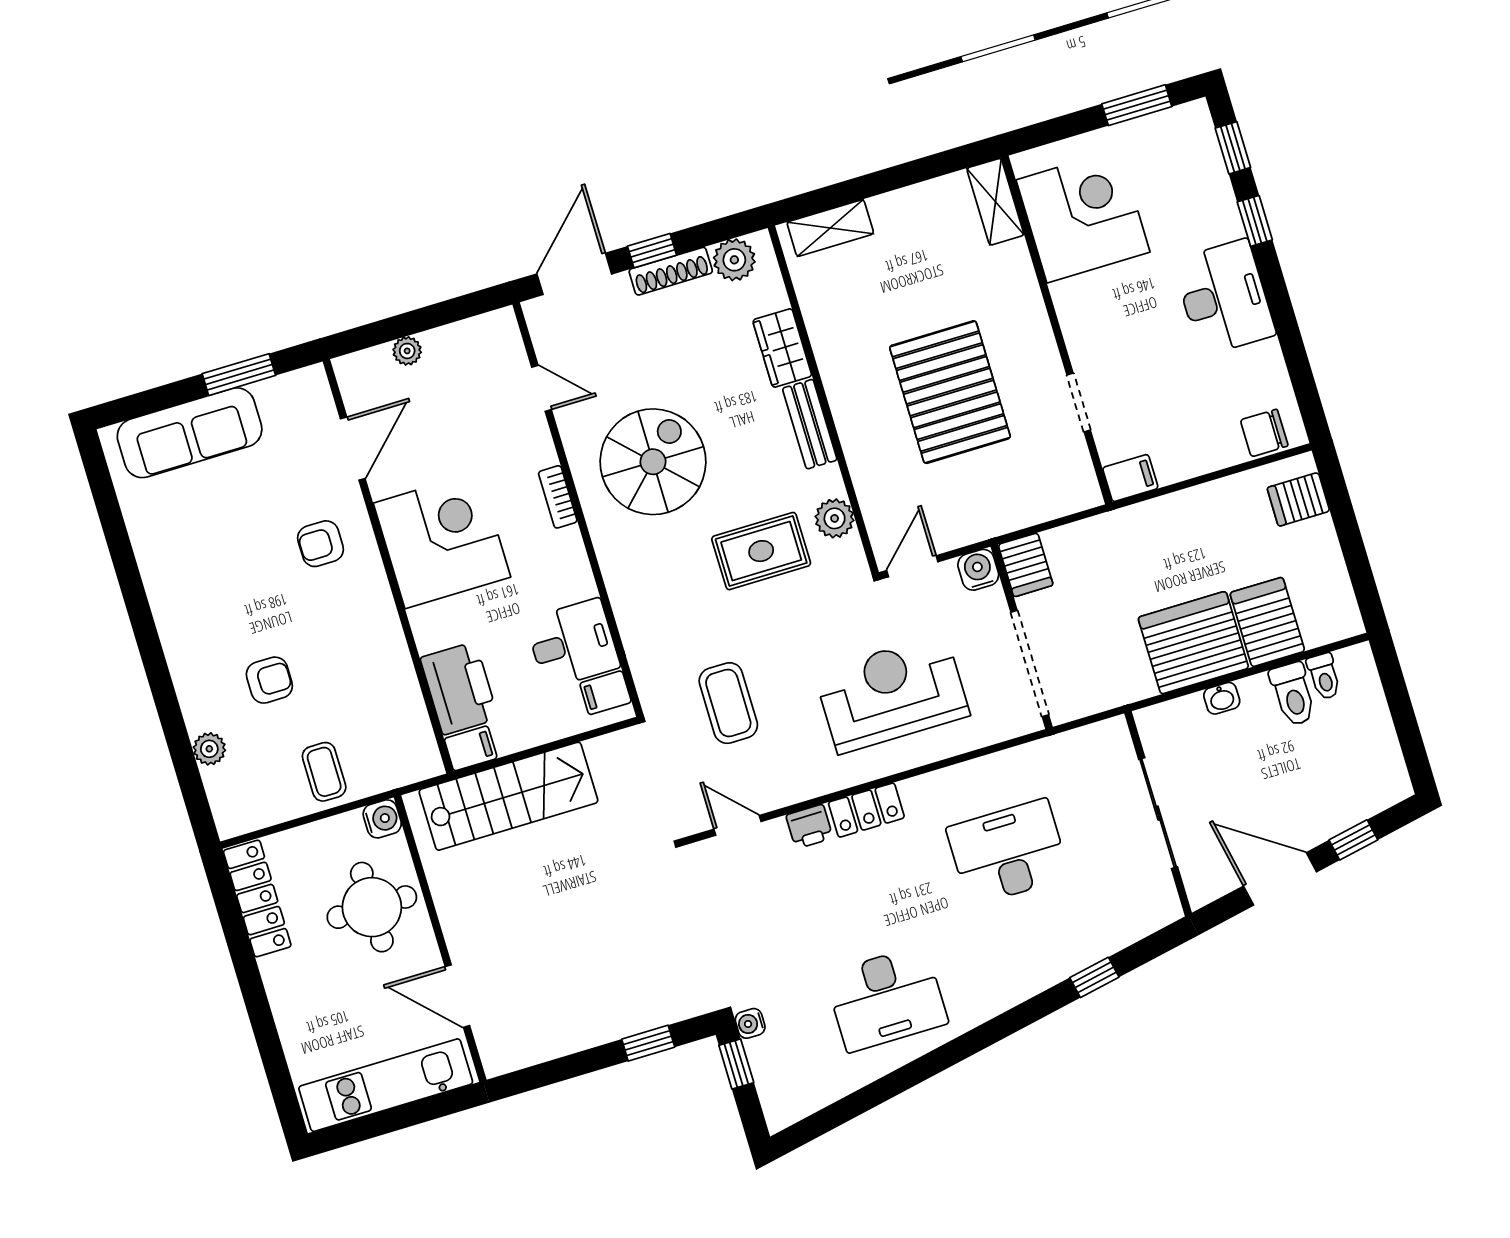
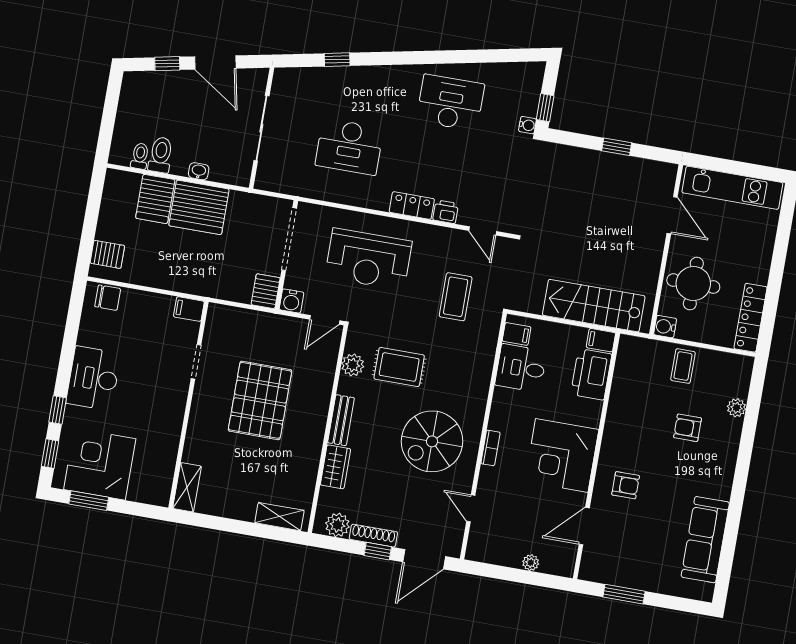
corner desk: (1083, 216) -> (100, 464), moved, turned 90
sofa: (190, 433) -> (705, 540), moved, turned -90
window: (648, 1043) -> (617, 147), moved

